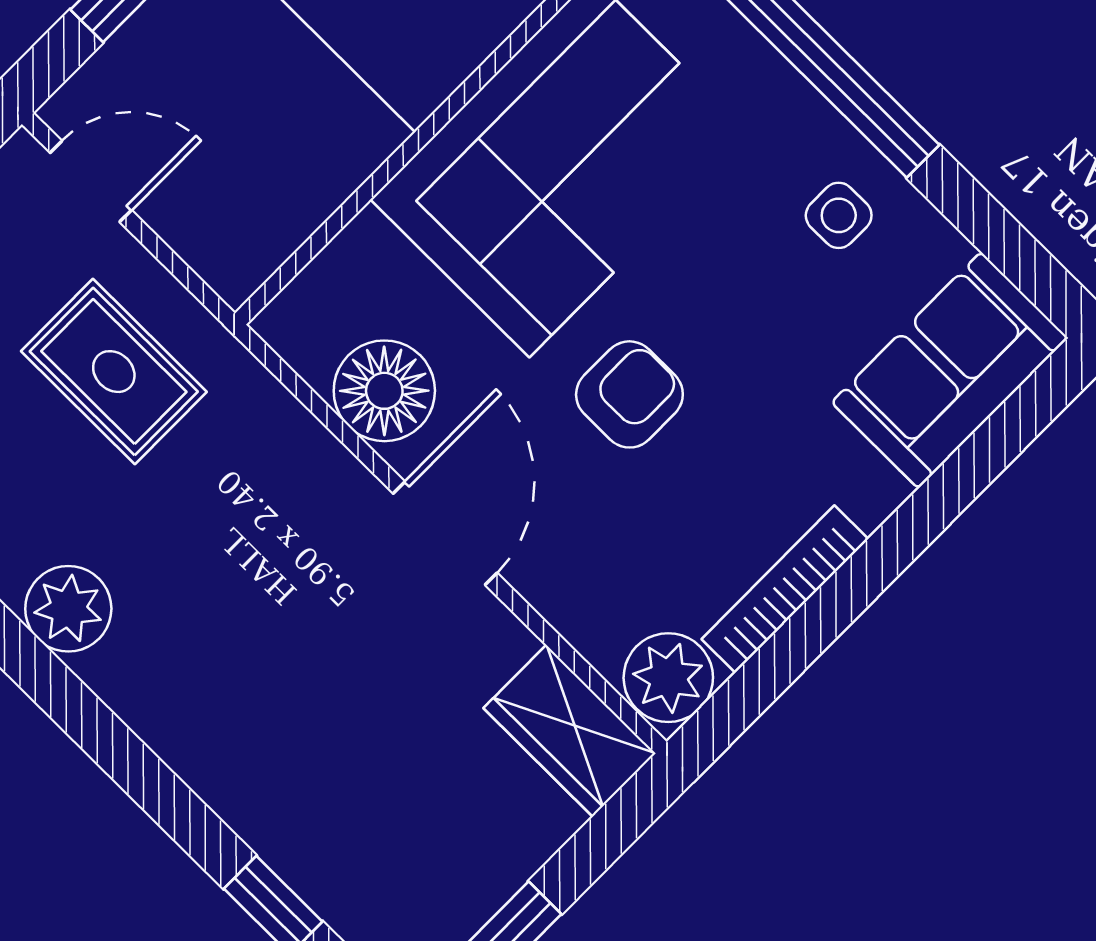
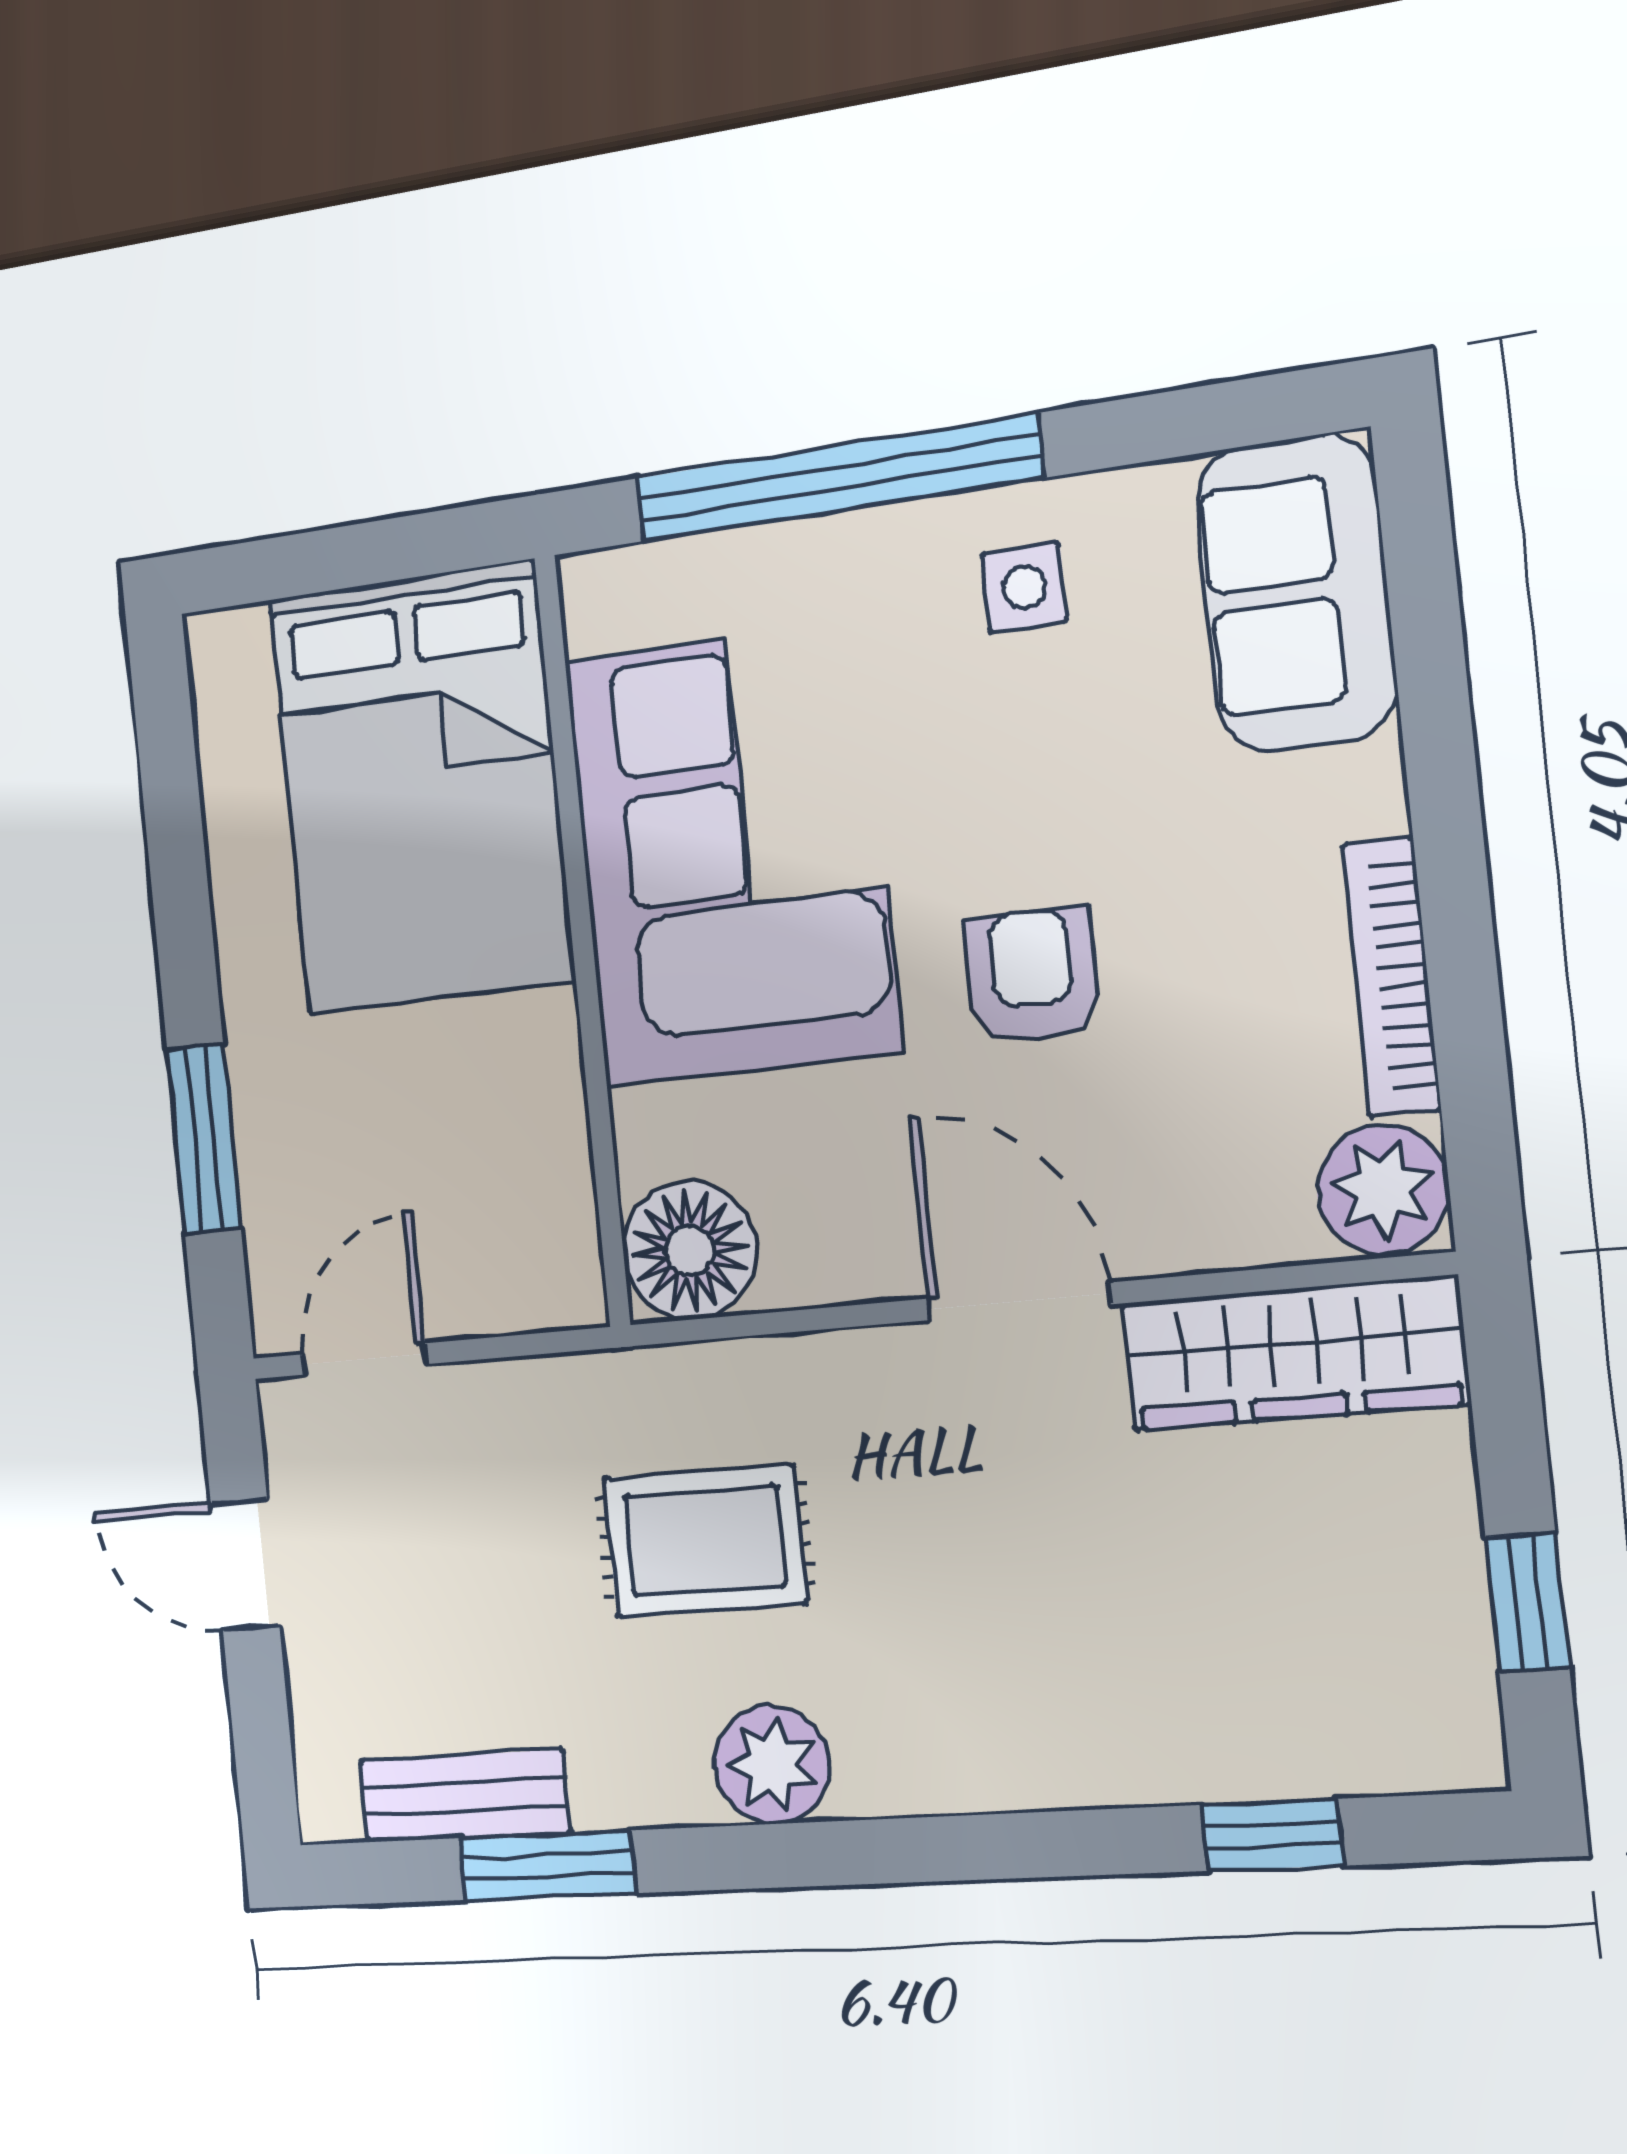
rug: (114, 372) -> (705, 1541), moved
floor lamp: (384, 391) -> (689, 1250), moved
wardrobe: (570, 731) -> (1294, 1353), width x1.50

